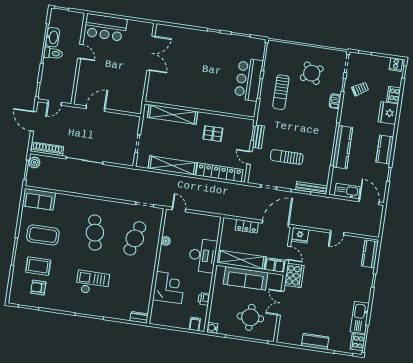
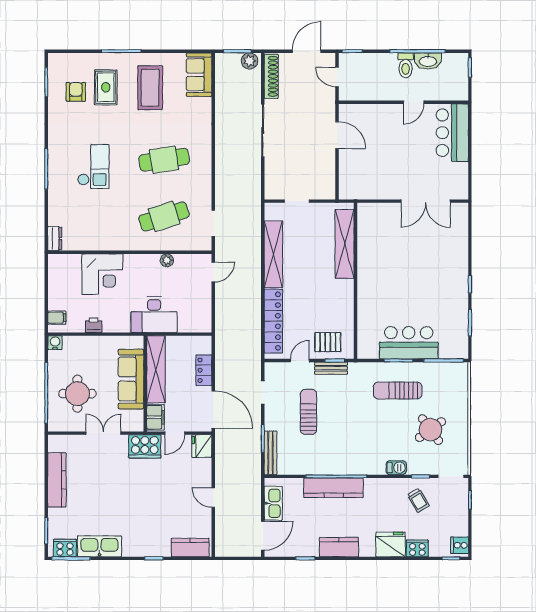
pallet: (213, 134) -> (328, 342), moved, turned 90
cafe table: (135, 238) -> (164, 216), turned -33
kitchen counter: (315, 342) -> (57, 480), width x1.50

